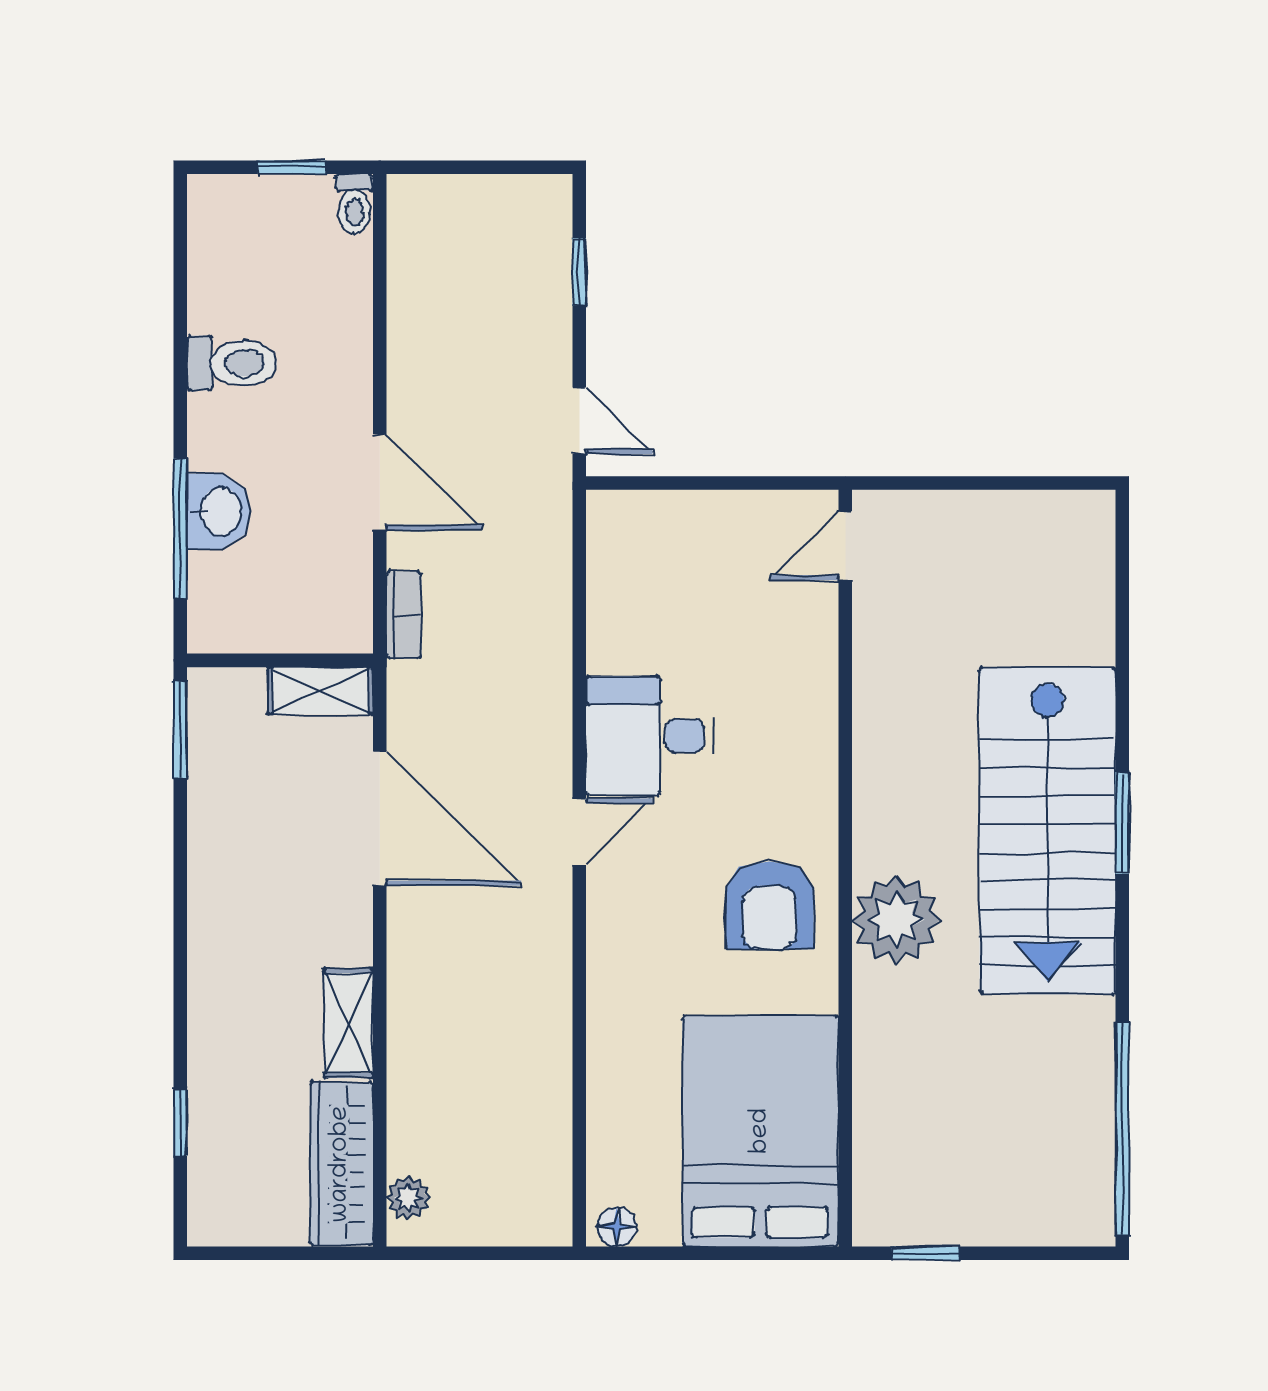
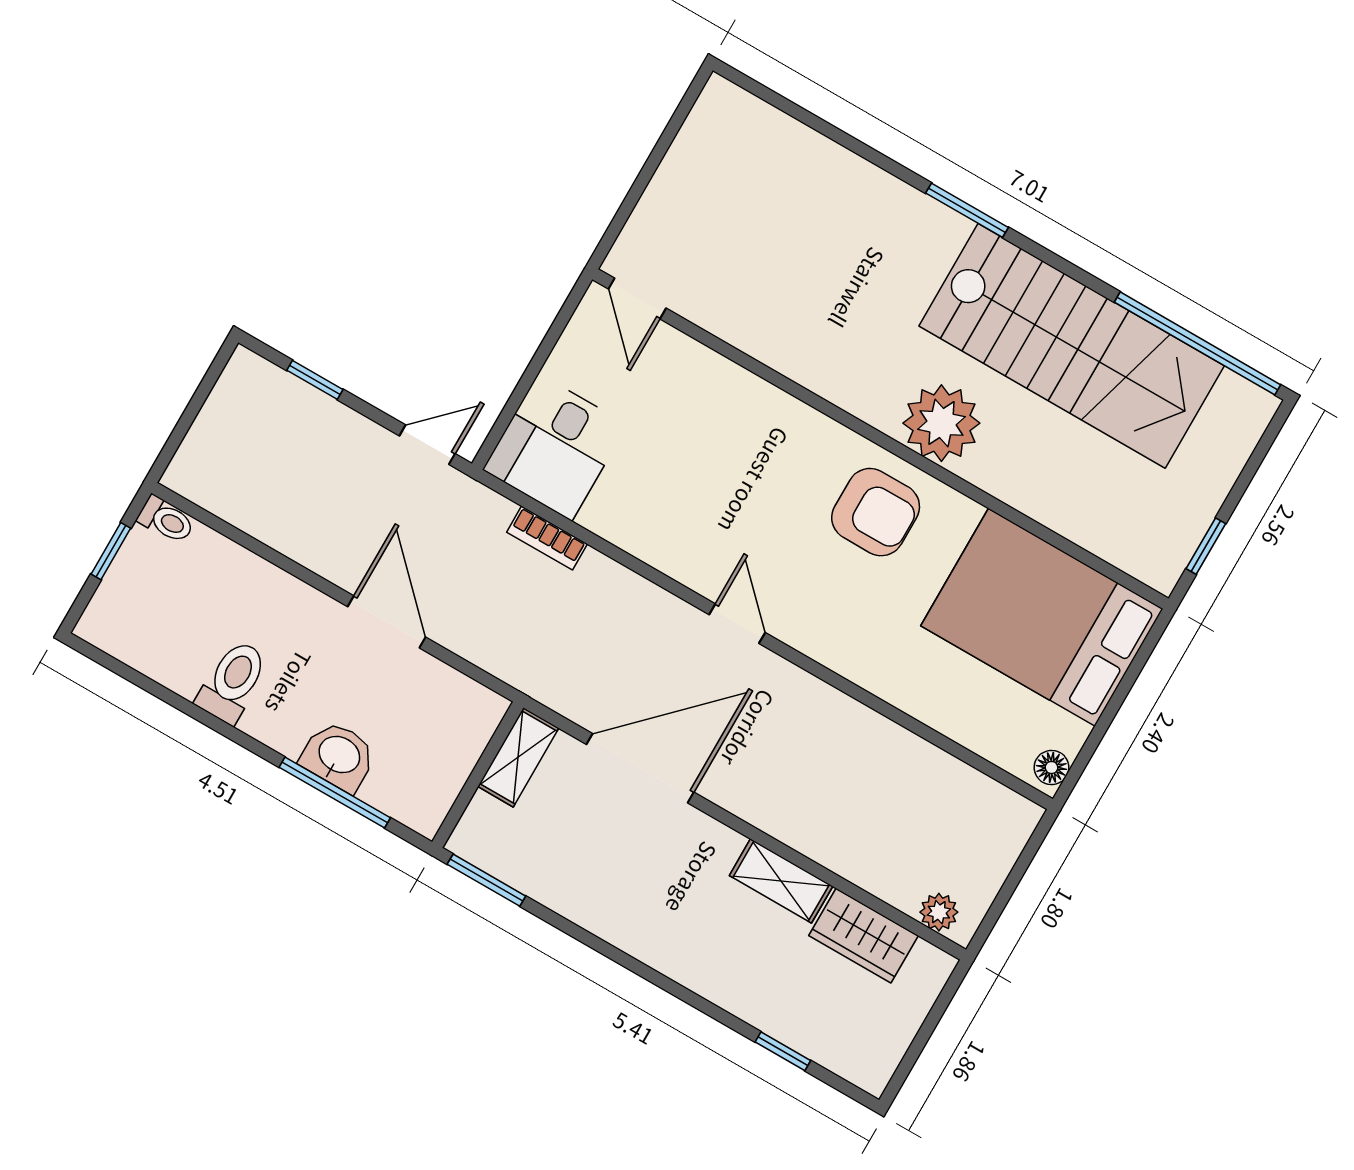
door: (380, 482) -> (387, 622), hinge flipped
bookcase: (404, 615) -> (547, 538), moved, turned 180
desk: (650, 736) -> (555, 447), moved
stairs: (1048, 831) -> (1072, 346), moved
wardrobe: (341, 1164) -> (864, 936), width x0.67

